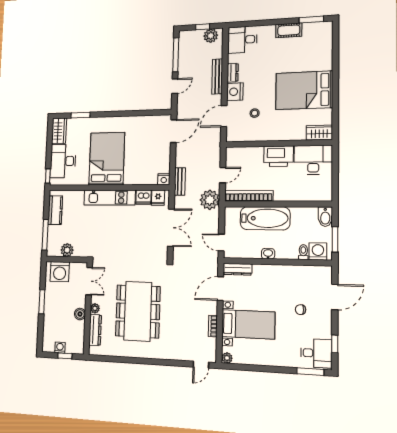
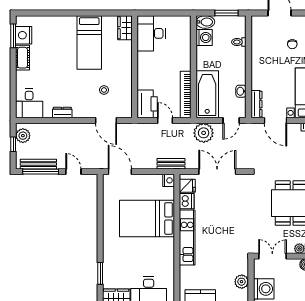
bench: (217, 76) -> (38, 164), moved
bed: (304, 90) -> (89, 42), width x0.67
nightstand: (235, 92) -> (24, 35), moved, turned 90
printer: (279, 156) -> (147, 104), moved
bed: (107, 159) -> (147, 218), moved
plant: (210, 200) -> (204, 133), moved
bathtub: (265, 218) -> (207, 94), moved
washing machine: (318, 251) -> (204, 37), moved, turned 180
washbasin: (268, 254) -> (241, 91), moved

